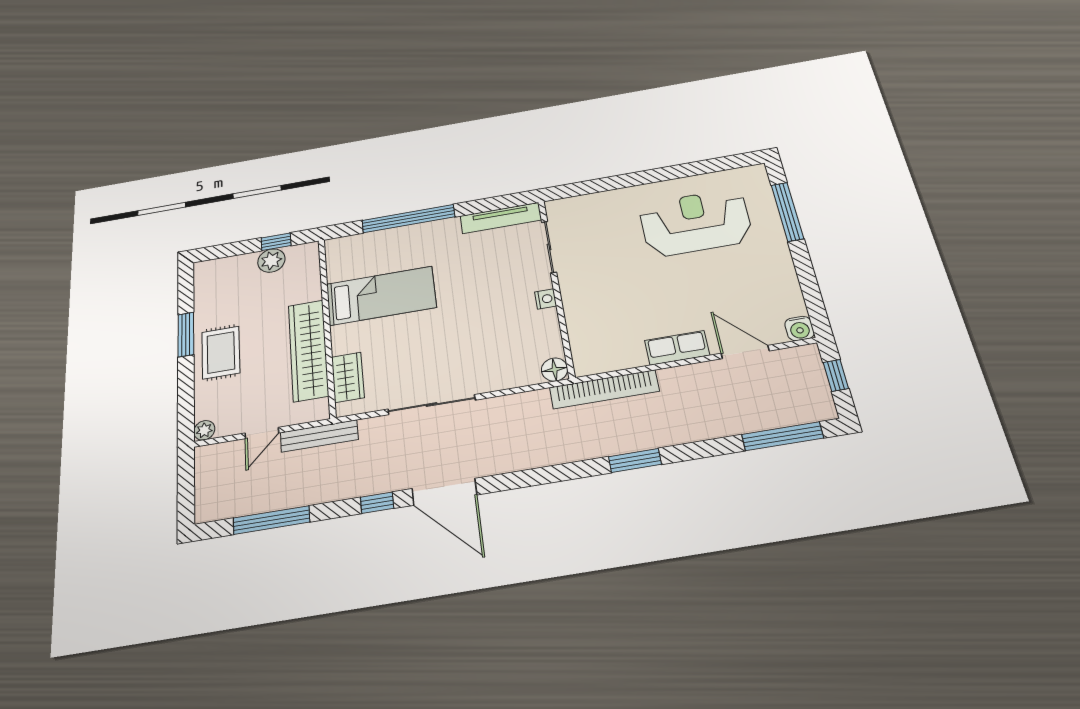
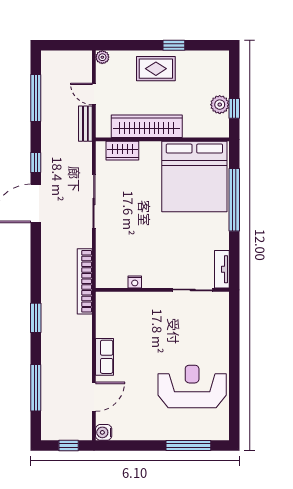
tv unit: (501, 218) -> (222, 269), width x0.71
reception desk: (696, 223) -> (192, 386), turned -90
bed: (381, 296) -> (194, 176), width x2.04
nightstand: (546, 299) -> (135, 282), moved
window: (186, 334) -> (174, 45), width x0.67
floor lamp: (555, 370) -> (104, 280), removed
bookcase: (604, 389) -> (85, 281), moved
bench: (319, 436) -> (85, 124), width x0.73
window: (782, 436) -> (36, 388), moved

